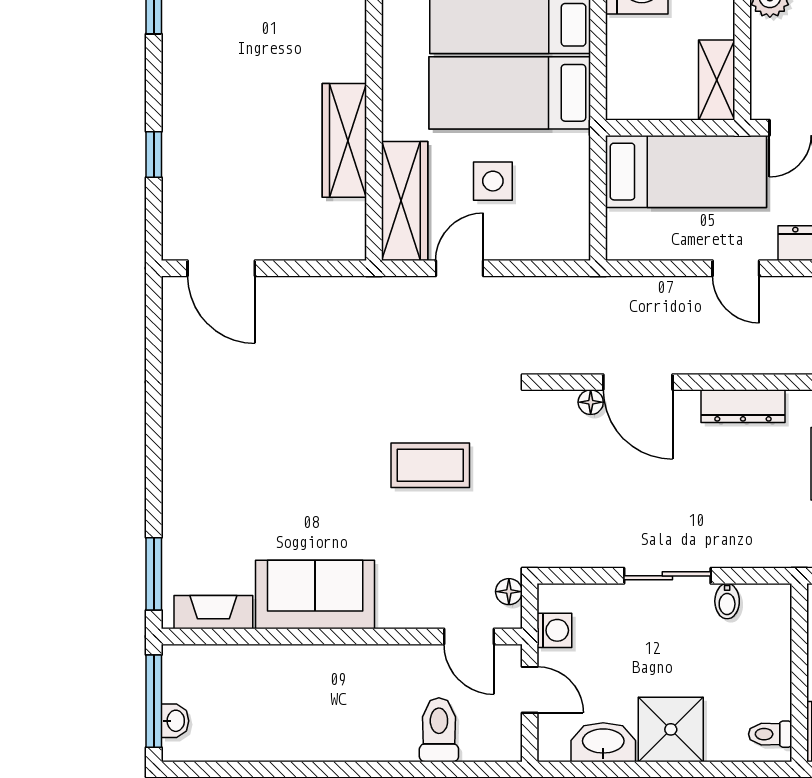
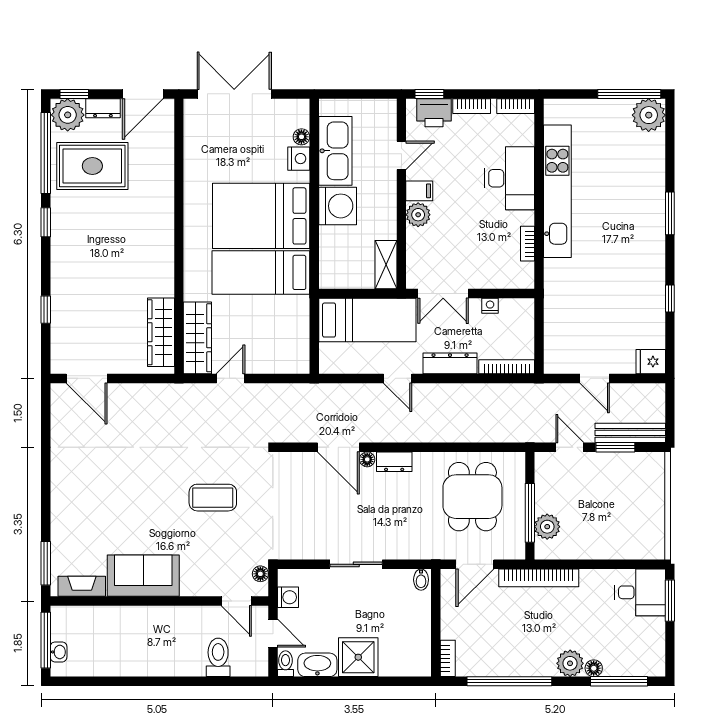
wardrobe: (344, 140) -> (161, 332), moved
side table: (493, 181) -> (251, 326), removed
floor lamp: (591, 402) -> (367, 459), moved
dresser: (743, 406) -> (394, 462), width x0.70
bidet: (727, 601) -> (421, 580), moved
toilet: (770, 734) -> (285, 664), moved, turned 90

